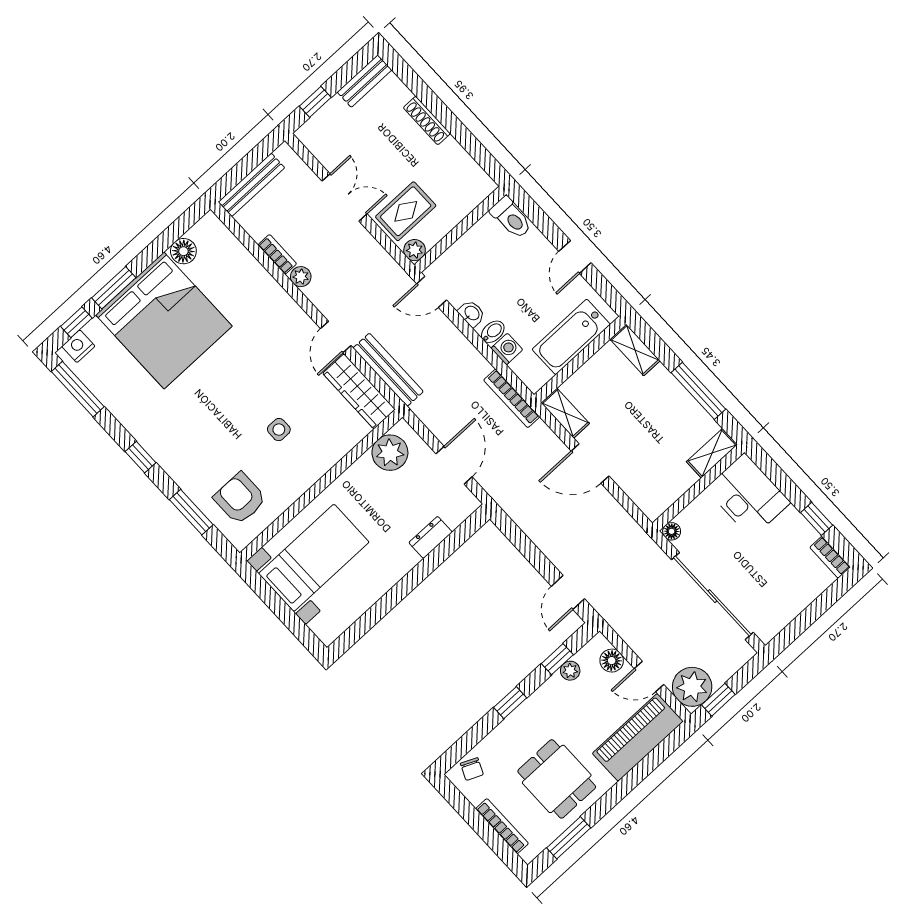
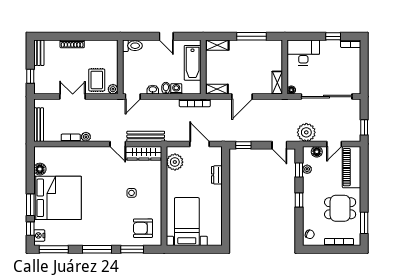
shelving: (712, 453) -> (277, 83), moved
window: (140, 457) -> (97, 249), width x2.17
window: (516, 536) -> (243, 145), added
plant: (692, 687) -> (306, 132), moved

